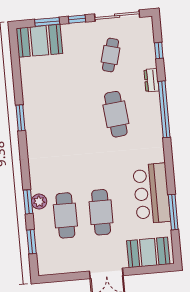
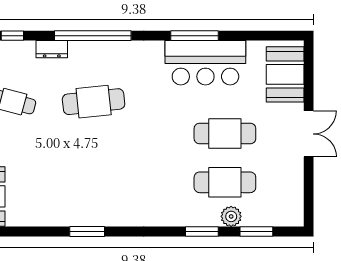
plant: (39, 201) -> (231, 216), moved
window: (173, 212) -> (194, 36), moved

